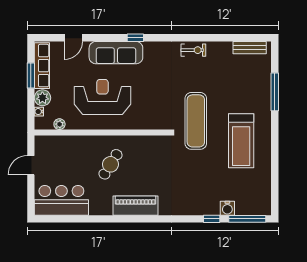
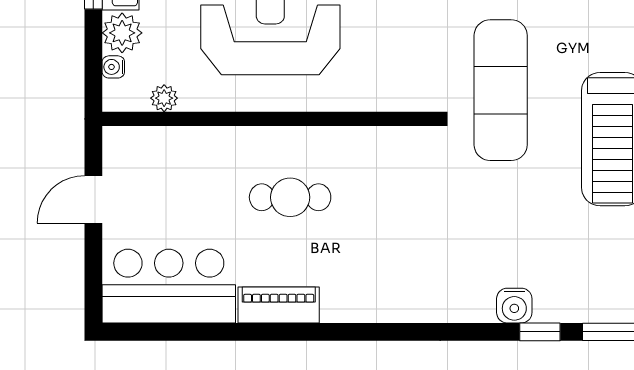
cafe table: (110, 164) -> (290, 197), turned 58
piano: (136, 206) -> (279, 305), moved, width x0.73, depth x0.75
water cooler: (227, 208) -> (514, 306), moved

